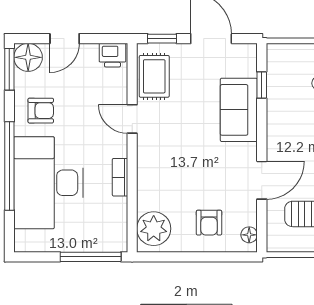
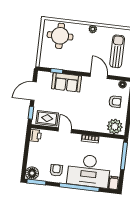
door: (65, 39) -> (26, 156), removed
door: (132, 119) -> (65, 130), swing flipped
filing cabinet: (28, 242) -> (114, 183), added

